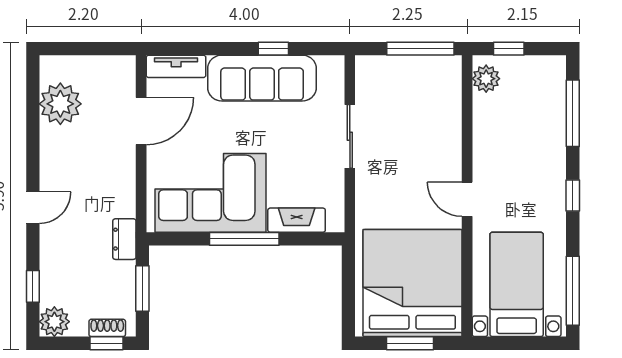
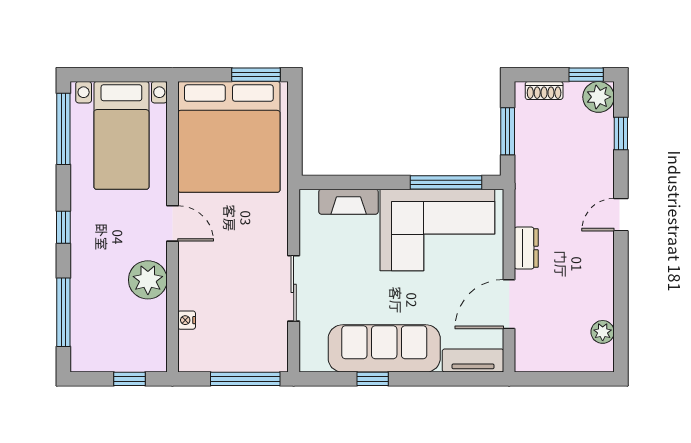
window: (420, 49) -> (245, 379), moved
plant: (486, 79) -> (148, 280), moved, width x1.36, depth x1.36
plant: (60, 104) -> (603, 332), width x0.53, depth x0.53
nightstand: (453, 106) -> (187, 320), added
dresser: (124, 239) -> (526, 248), moved
window: (244, 239) -> (446, 182), moved
window: (107, 343) -> (586, 75), moved
window: (410, 343) -> (256, 75), moved

